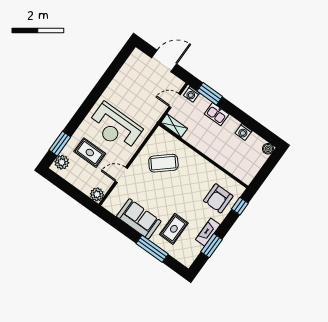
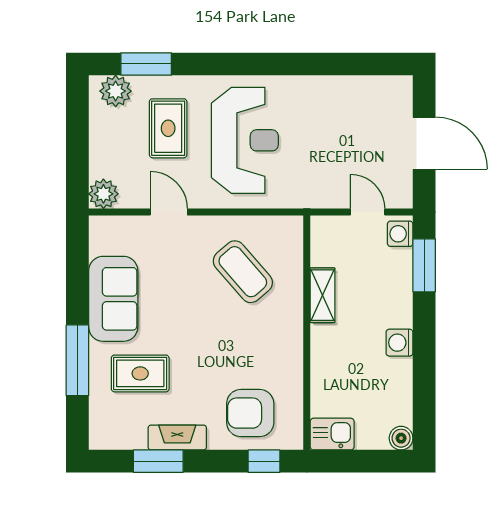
kitchen sink: (217, 114) -> (332, 434), moved, turned 90
shelving: (174, 126) -> (323, 295), moved
reception desk: (115, 127) -> (245, 140), turned 180
washing machine: (244, 132) -> (399, 343), moved

